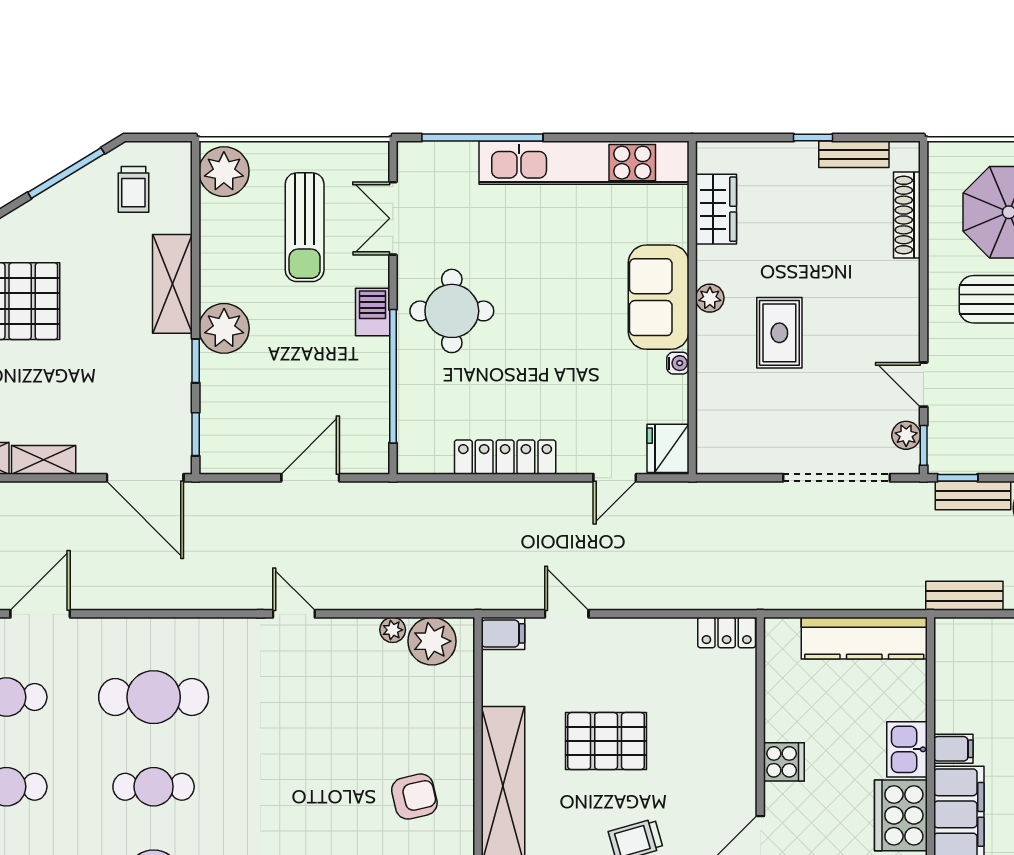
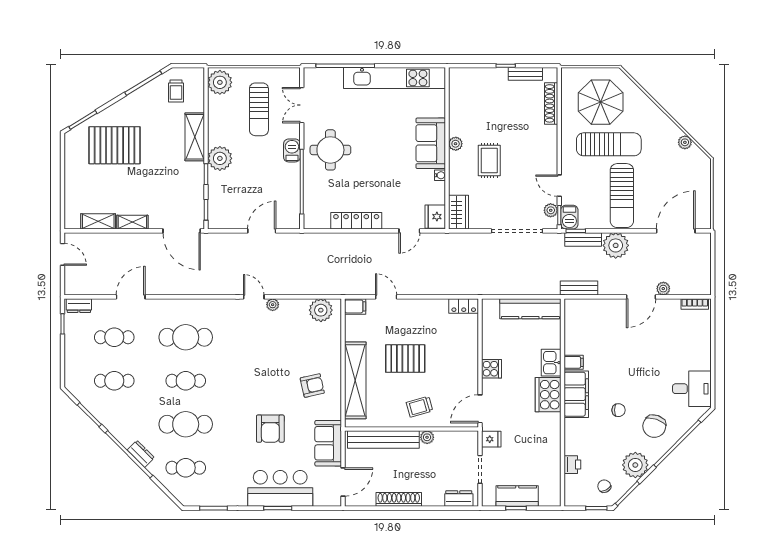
wardrobe: (716, 209) -> (459, 212), moved
barbecue: (945, 450) -> (569, 217), added
plant: (393, 630) -> (273, 305), moved

